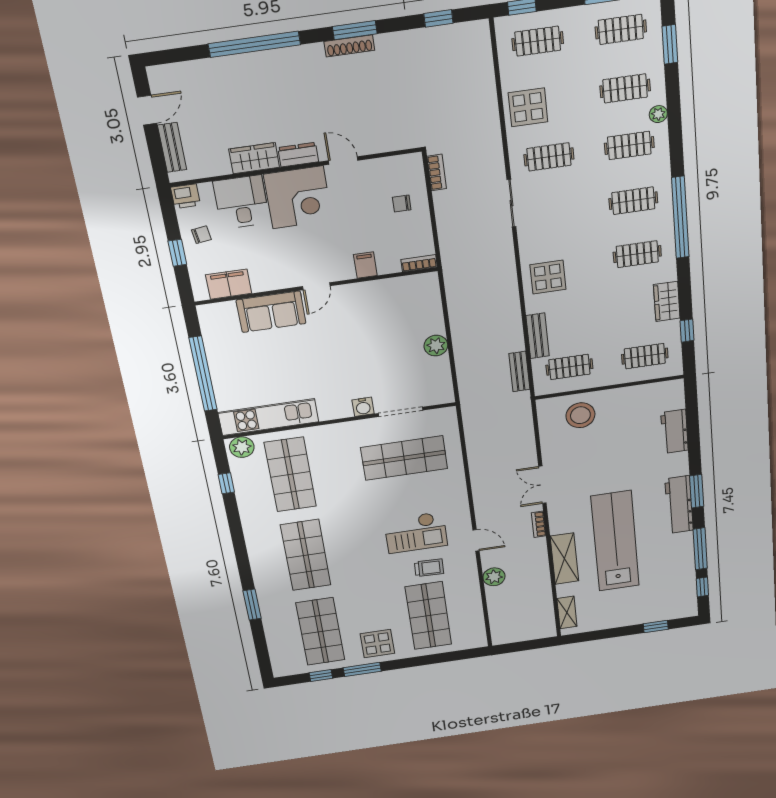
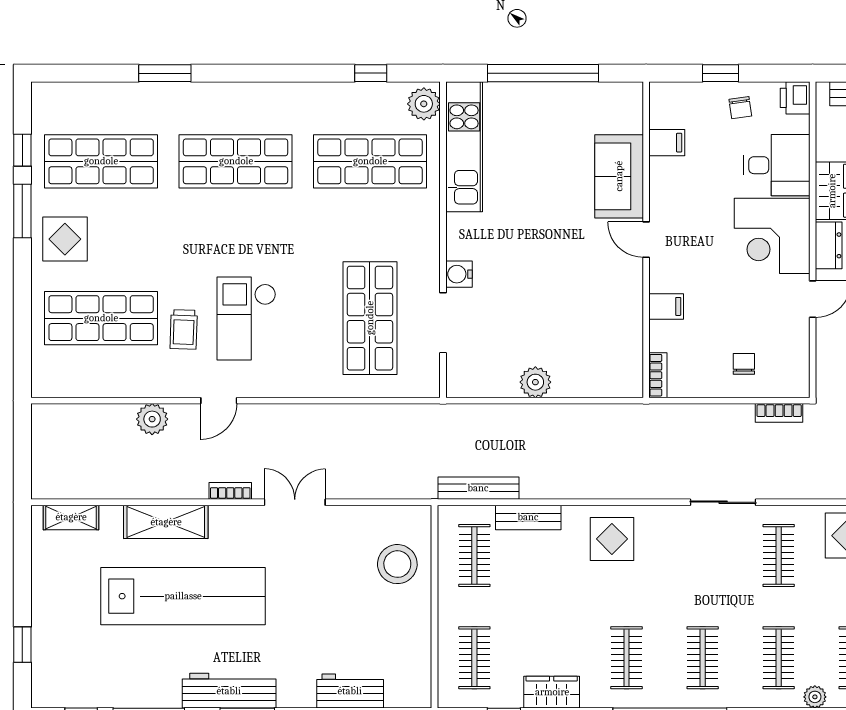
filing cabinet: (229, 284) -> (667, 143), width x0.50
bench: (519, 372) -> (478, 488), width x1.36

